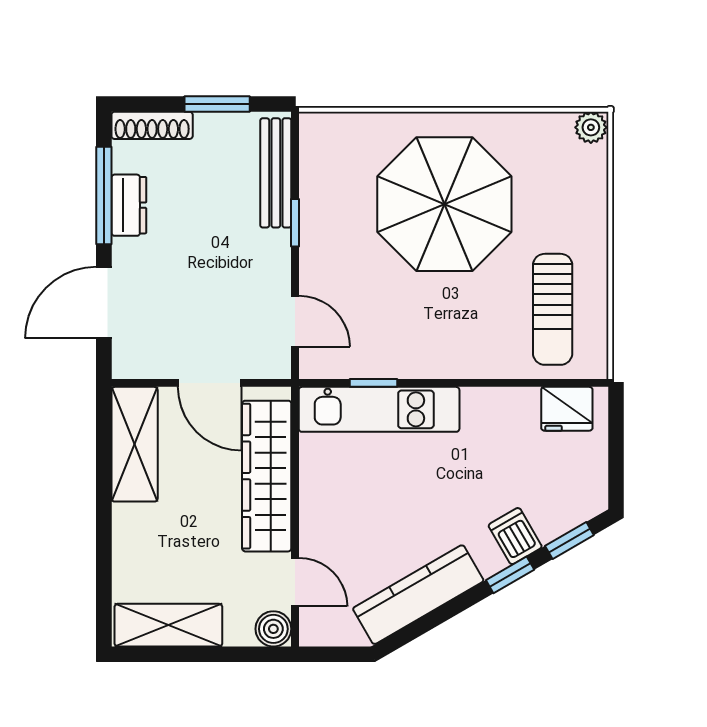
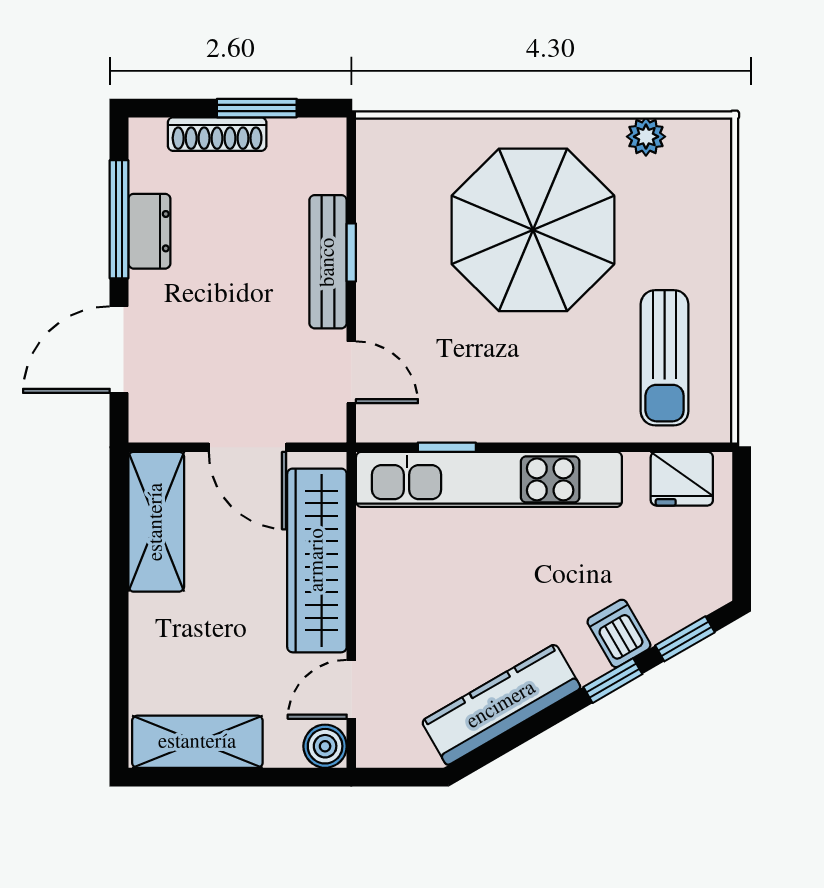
shoe rack: (152, 125) -> (217, 134), moved
plant: (591, 127) -> (646, 137), moved
bench: (276, 173) -> (328, 262), moved
kitchen unit: (379, 409) -> (489, 479), width x1.36
door: (295, 582) -> (351, 689), swing flipped

